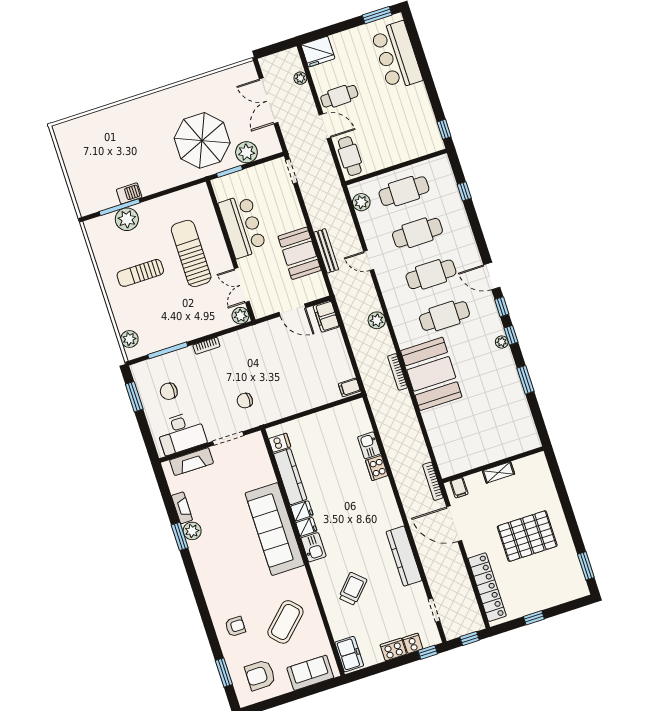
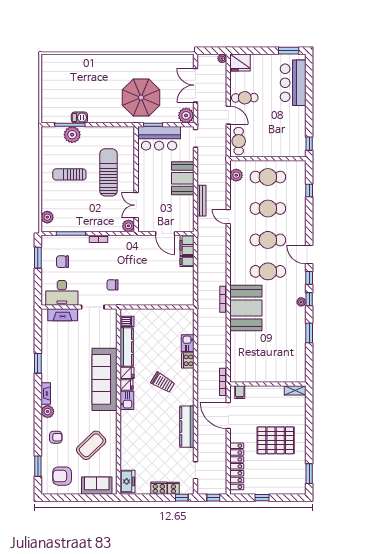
plant: (300, 78) -> (222, 58), moved
plant: (246, 152) -> (186, 115), moved
bar counter: (242, 226) -> (159, 138), moved, turned 90
booth: (300, 253) -> (183, 178), moved
plant: (377, 320) -> (221, 259), removed
filing cabinet: (349, 387) -> (187, 262), moved
shelving: (499, 472) -> (295, 390), moved
fireplace: (182, 508) -> (46, 393), moved
plant: (192, 531) -> (48, 412), moved
trolley: (353, 589) -> (163, 382), moved, turned 78

